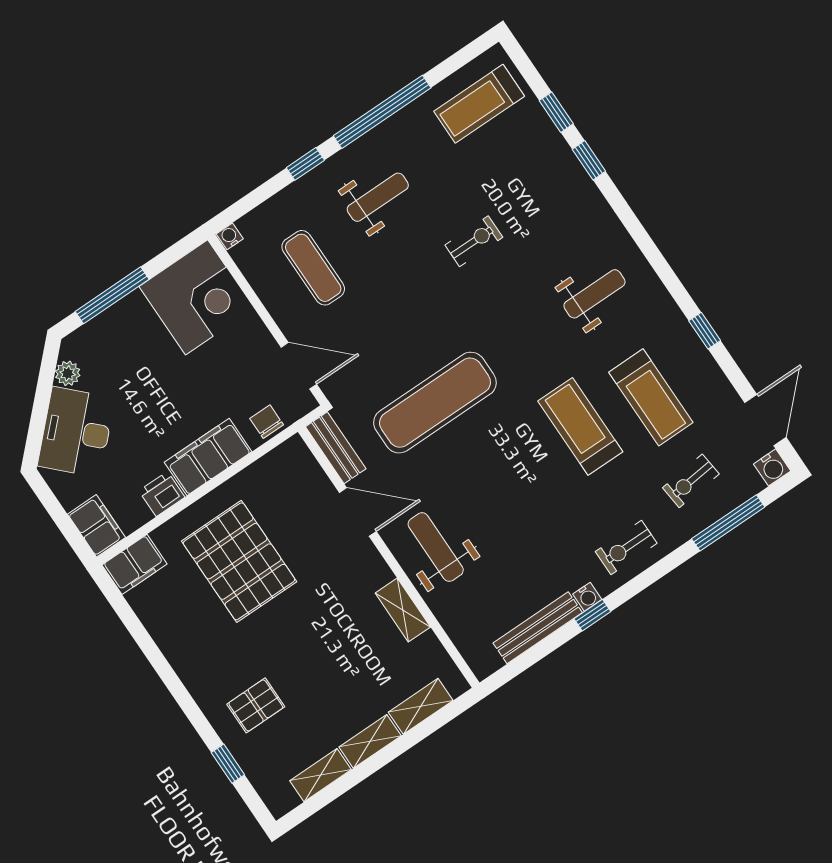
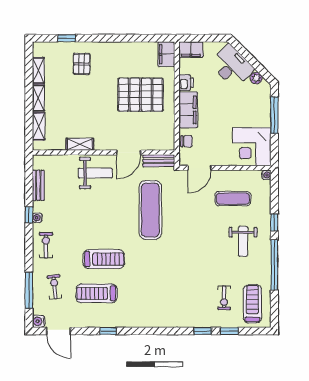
exercise bike: (474, 241) -> (224, 298), moved
weight bench: (594, 294) -> (150, 299), removed
bench: (538, 628) -> (38, 185), width x0.73

